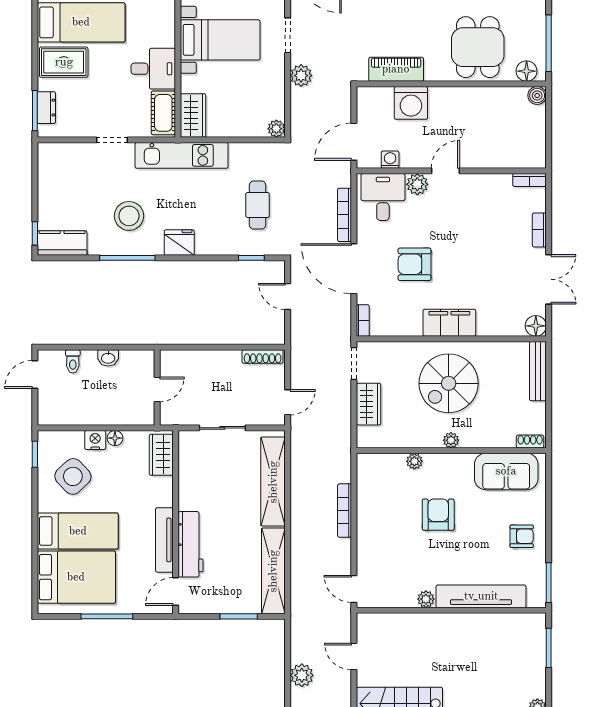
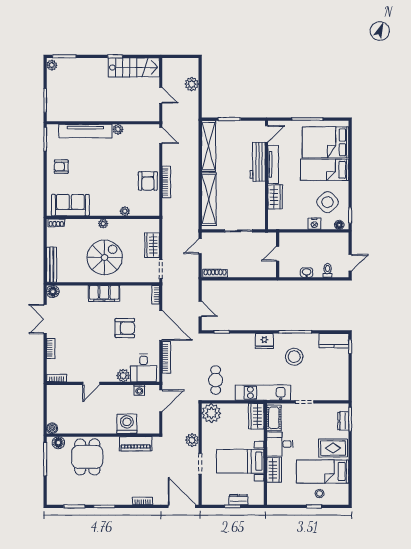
wardrobe: (163, 25) -> (274, 470), added
plant: (276, 129) -> (211, 413), width x1.87, depth x1.87
door: (445, 171) -> (91, 383), moved
cafe table: (258, 205) -> (216, 380), moved
floor lamp: (115, 438) -> (339, 225), moved
wardrobe: (161, 455) -> (275, 197), moved
armchair: (438, 515) -> (148, 181), moved

